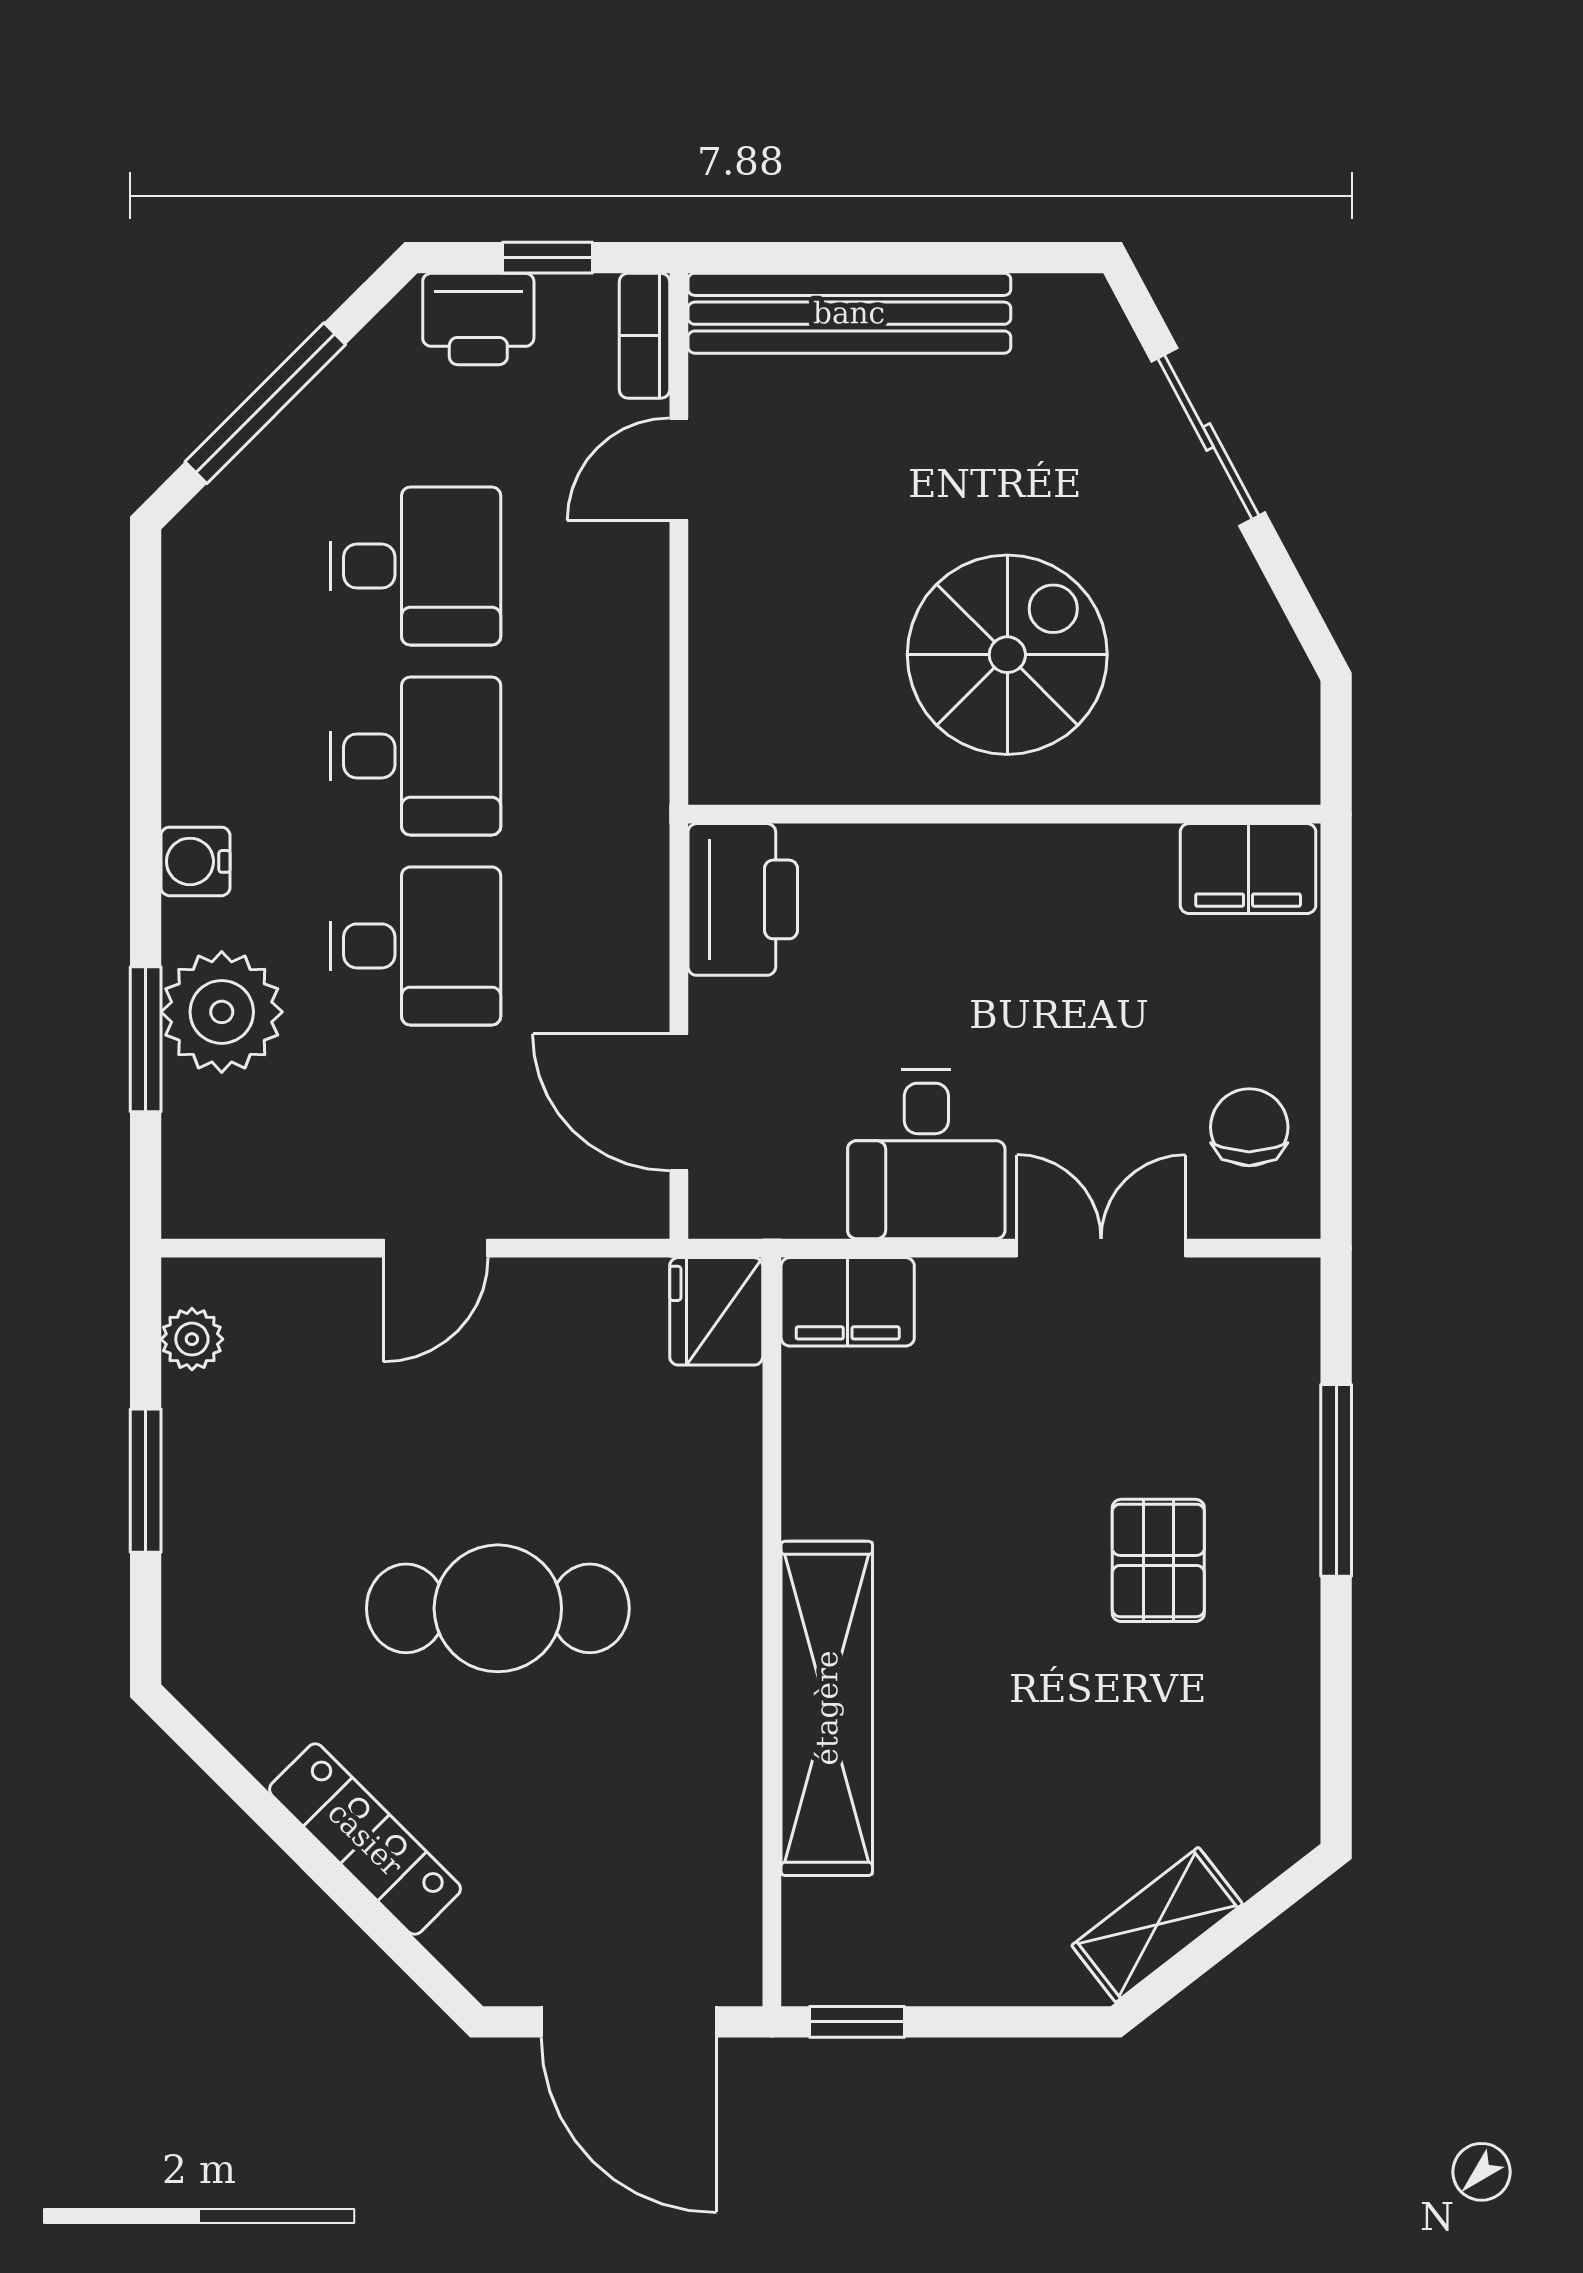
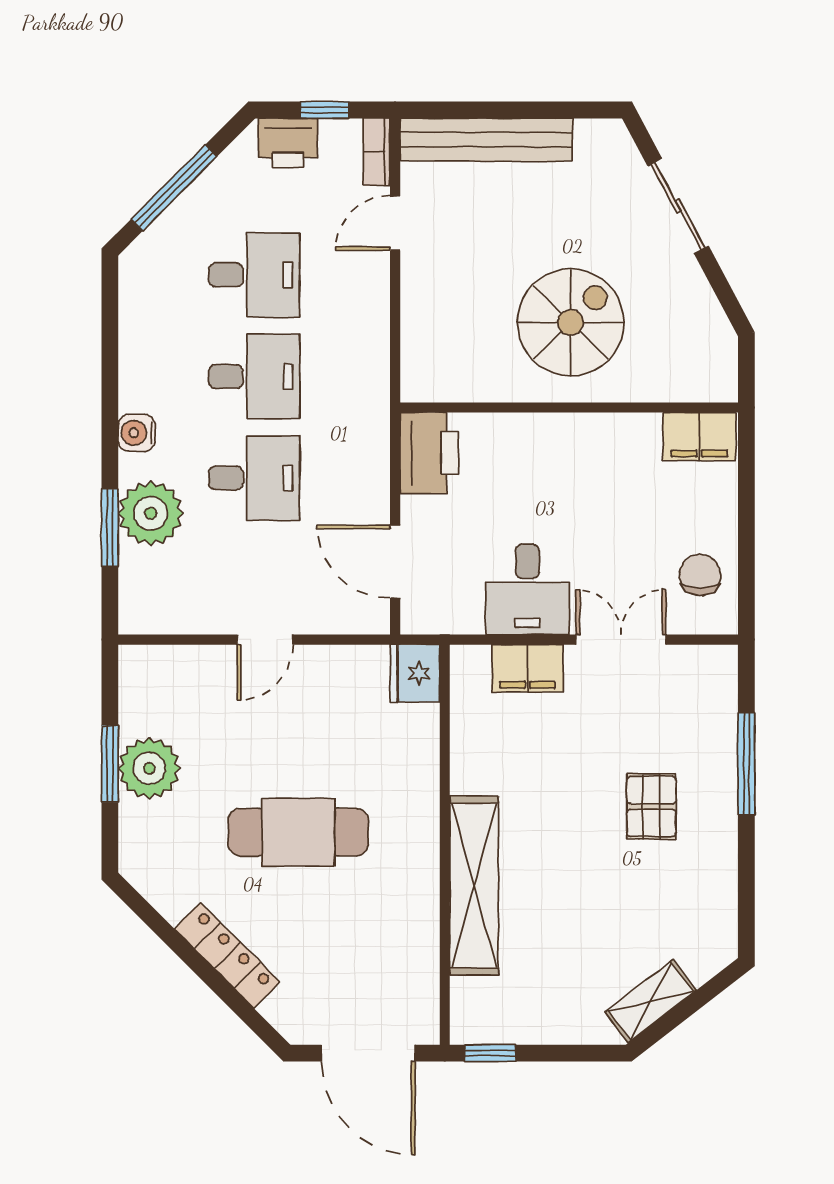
filing cabinet: (848, 1302) -> (528, 668), moved
plant: (192, 1339) -> (149, 768), moved, width x1.88, depth x1.88

